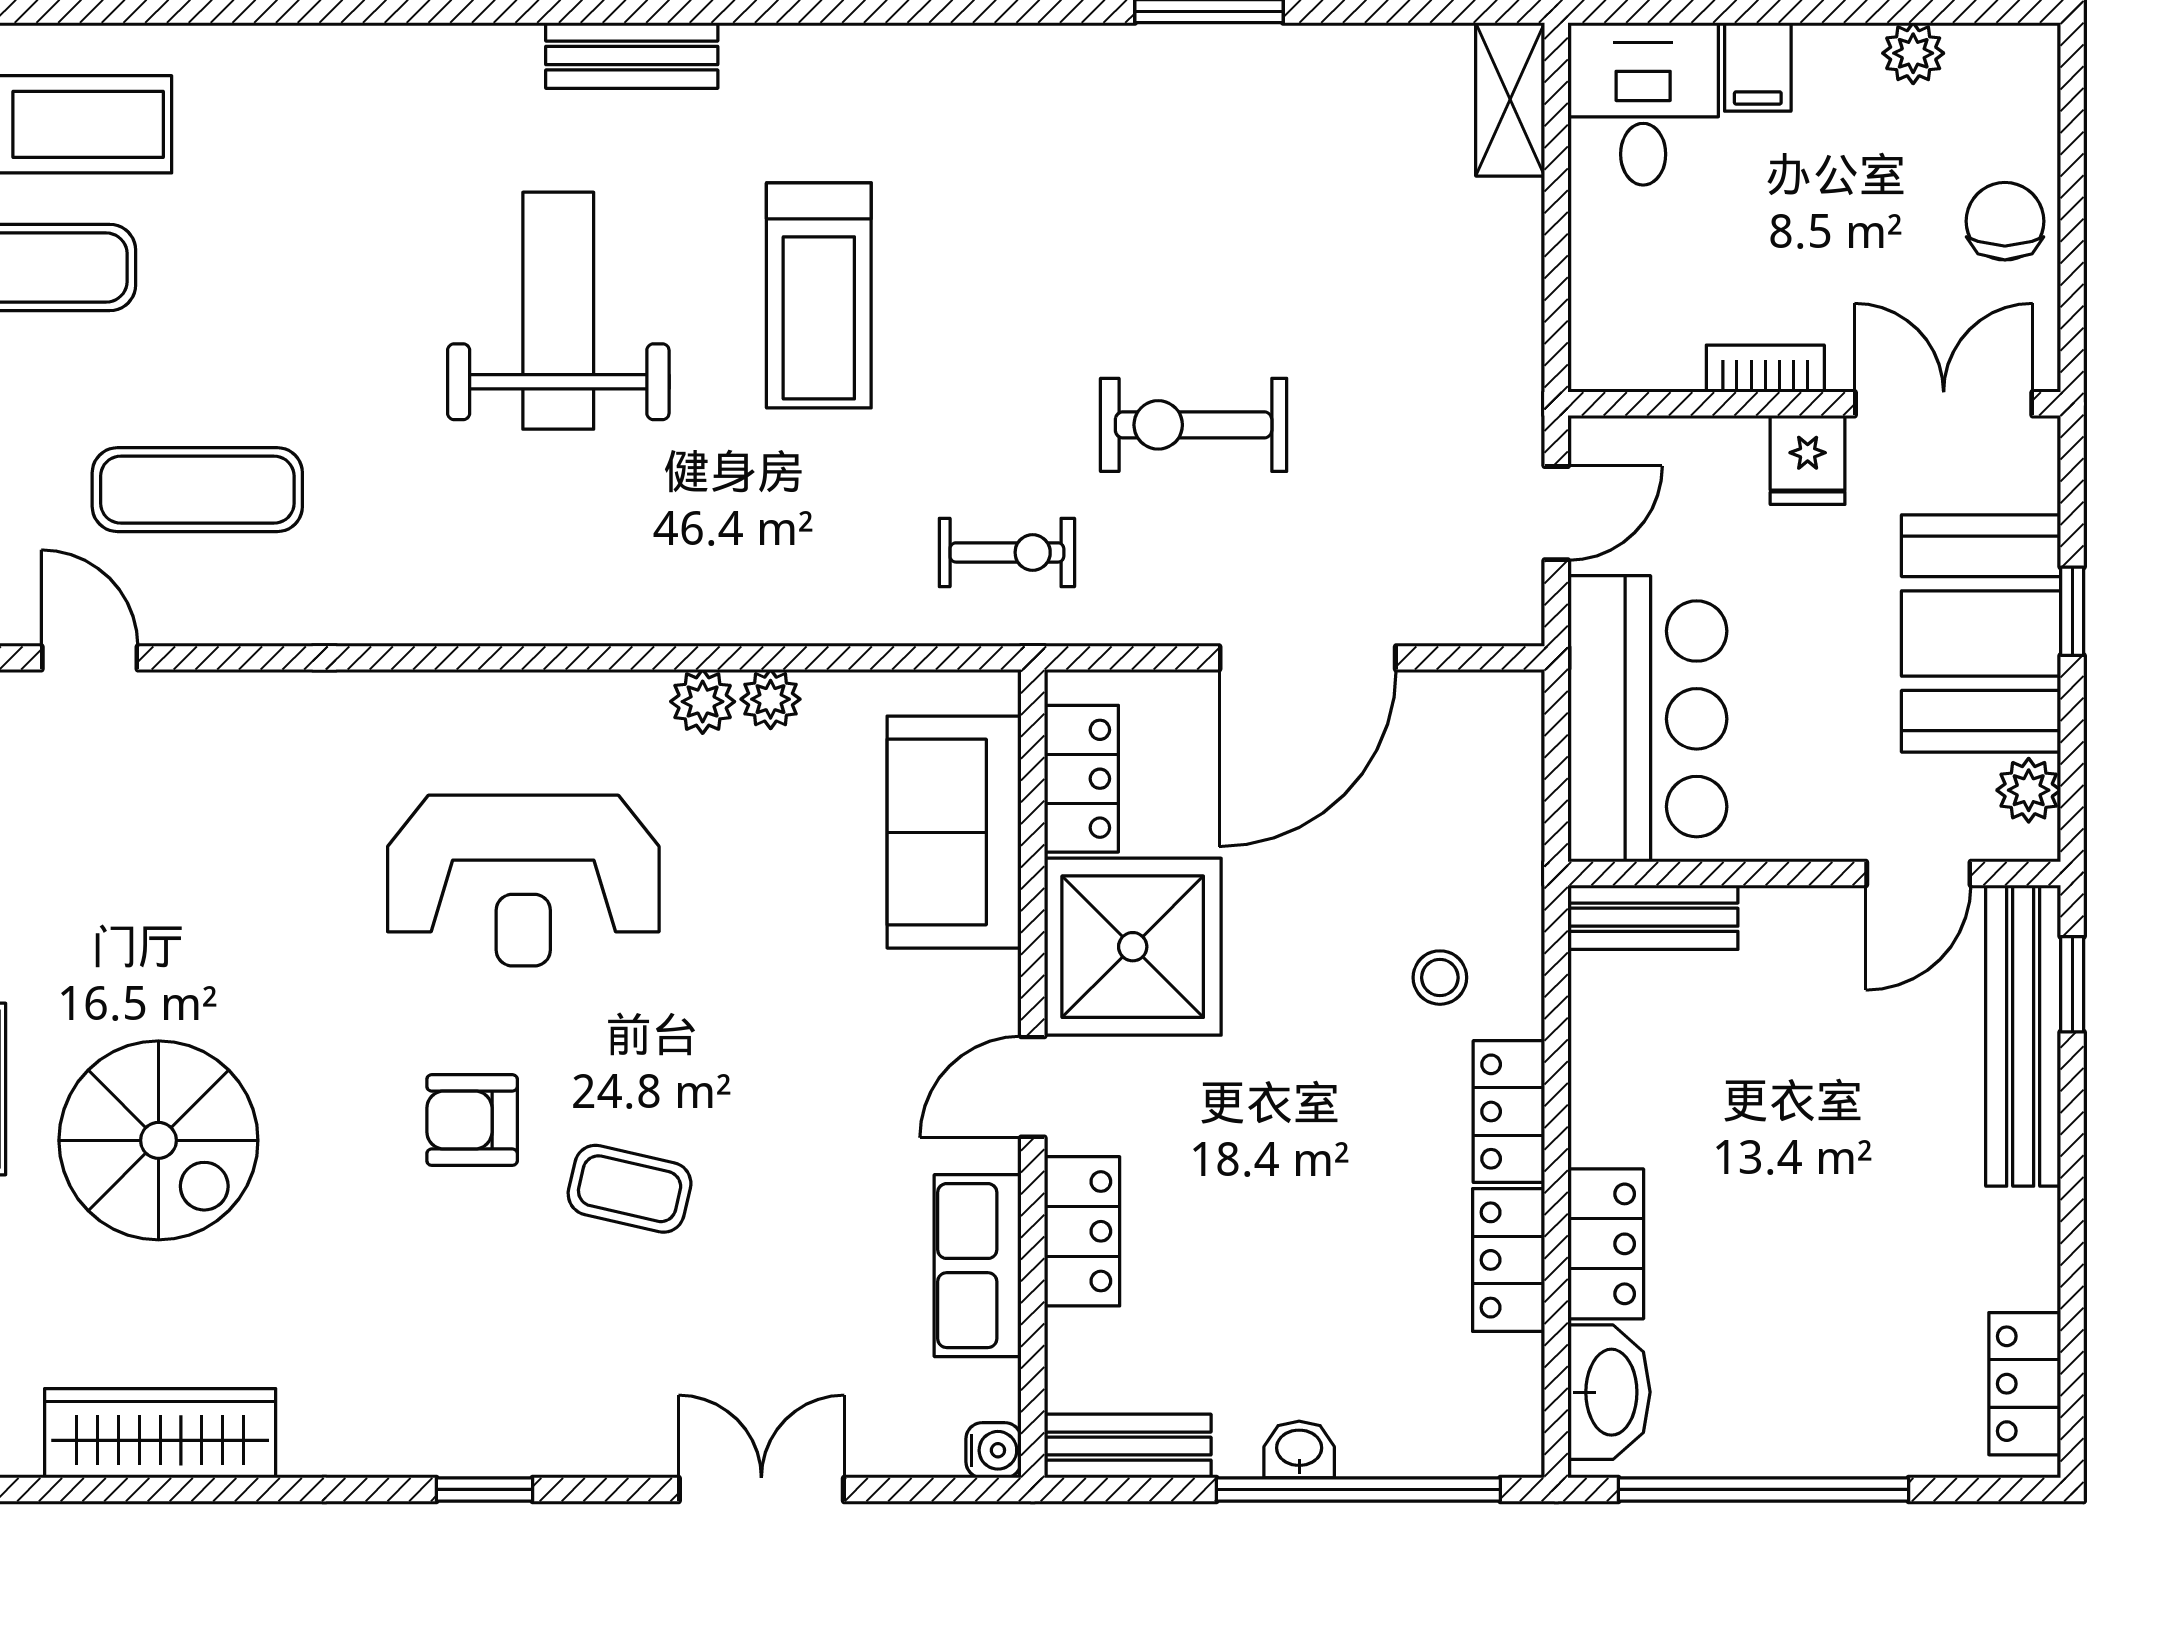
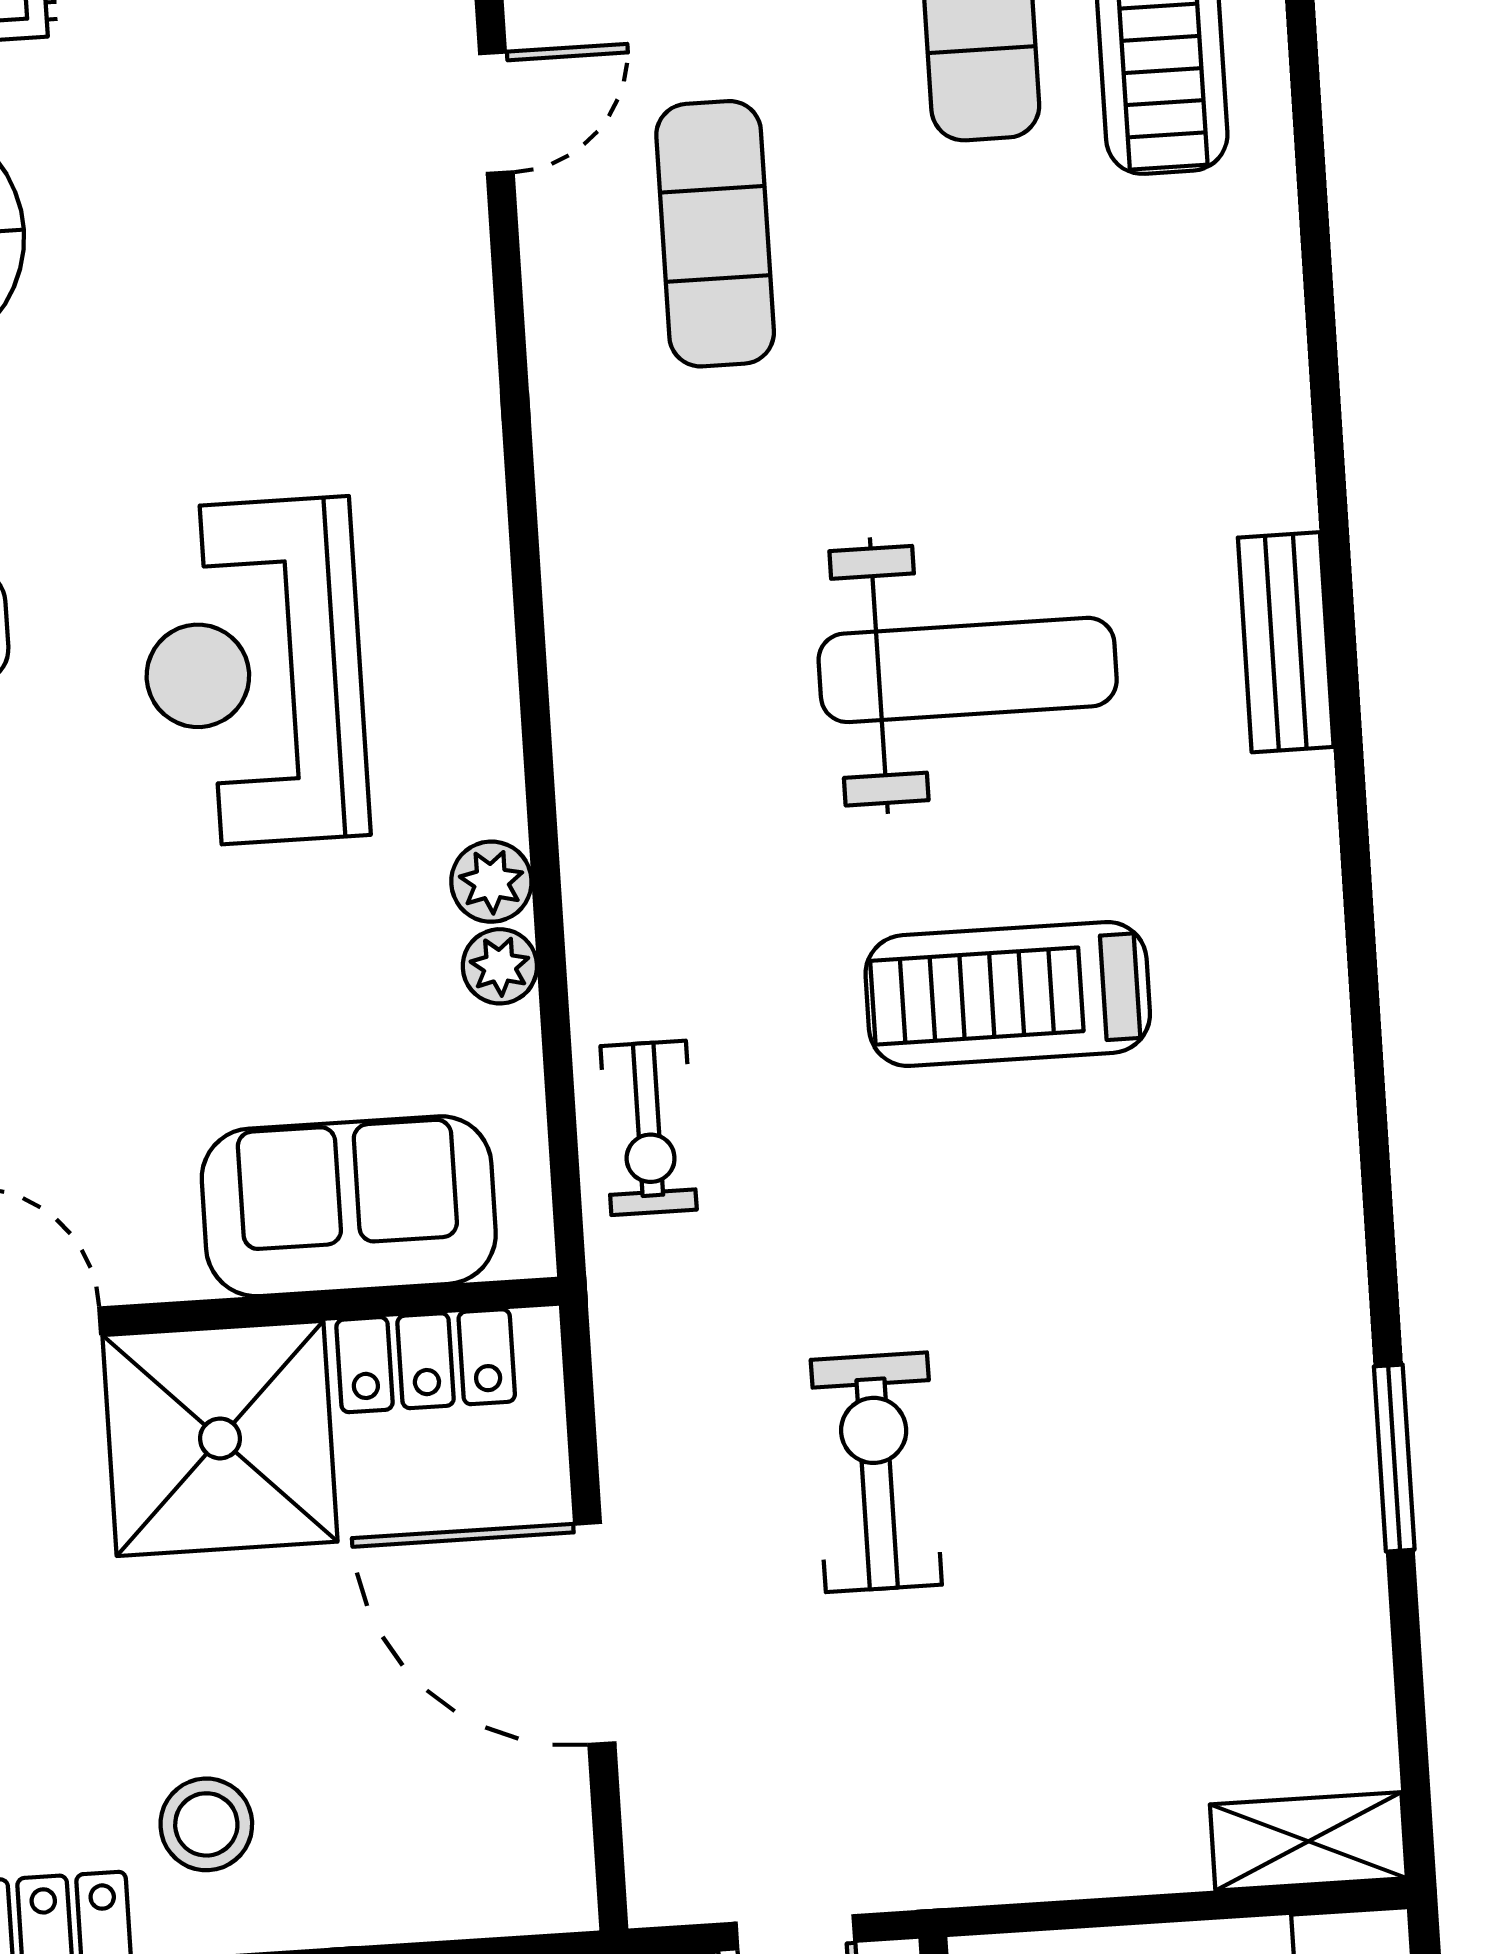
bench: (632, 55) -> (1286, 642), moved
exercise bike: (1007, 552) -> (649, 1128), moved
stool: (1440, 978) -> (206, 1824), width x1.37, depth x1.37

